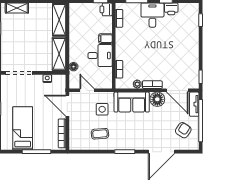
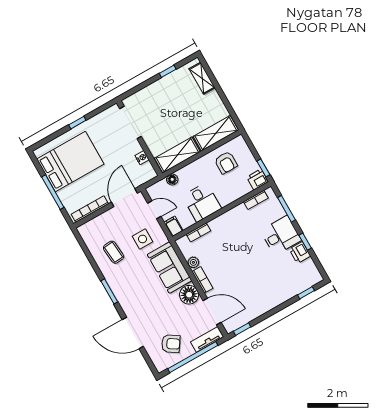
armchair: (83, 24) -> (226, 163), added
filing cabinet: (105, 39) -> (174, 226), moved
door: (87, 90) -> (154, 210), hinge flipped
door: (177, 90) -> (212, 311), swing flipped
bed: (23, 128) -> (70, 162), width x1.50

